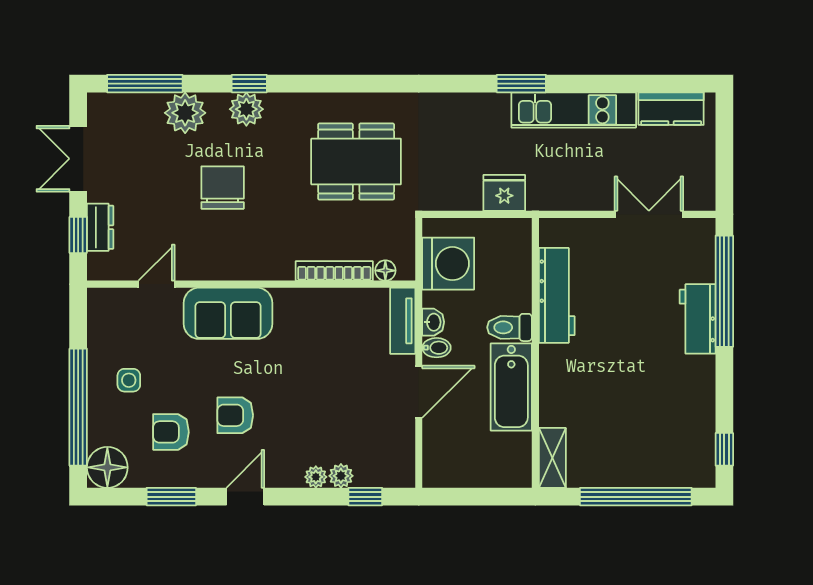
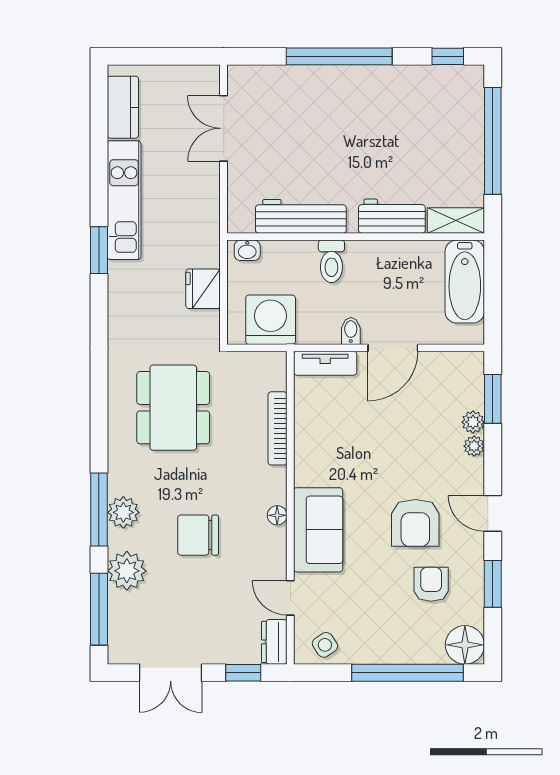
window: (249, 84) -> (99, 509), width x2.17
fridge: (504, 193) -> (203, 289), moved
dresser: (100, 227) -> (274, 642), moved, turned -90
floor lamp: (385, 271) -> (277, 515), moved
window: (724, 291) -> (339, 56), moved
workbench: (698, 319) -> (392, 216), moved, turned 180
washbasin: (433, 322) -> (247, 250), moved, turned 180
side table: (129, 380) -> (325, 645), moved, turned -33
bathtub: (511, 387) -> (465, 282), moved, turned 90
door: (419, 392) -> (393, 348), swing flipped
armchair: (235, 415) -> (415, 523), width x1.38, depth x1.38
armchair: (171, 432) -> (431, 584), turned 180
window: (365, 497) -> (493, 399), width x1.50

